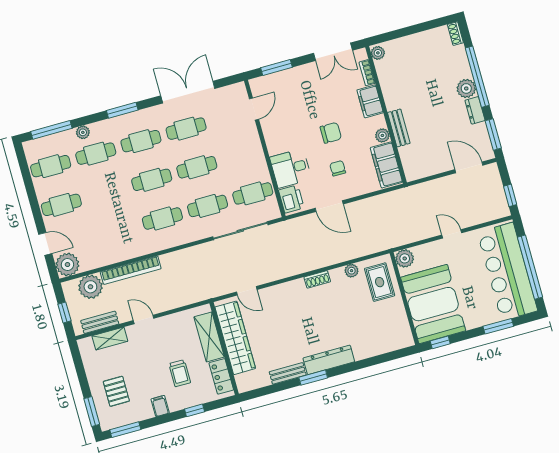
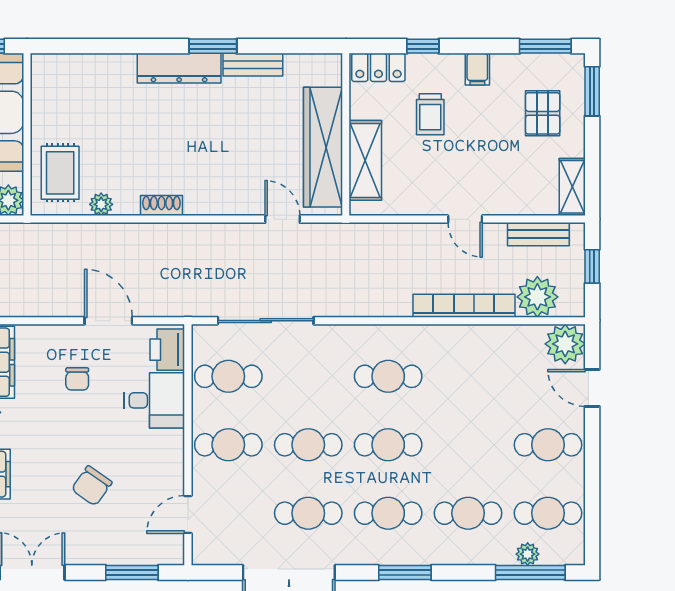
plant: (83, 132) -> (528, 554), moved
chair: (331, 133) -> (92, 486), moved, turned -55
cafe table: (208, 206) -> (228, 445), moved
shelving: (110, 339) -> (572, 187), moved, turned 90
trolley: (180, 373) -> (430, 114), turned 180
locker: (221, 376) -> (378, 67), moved, turned 90

